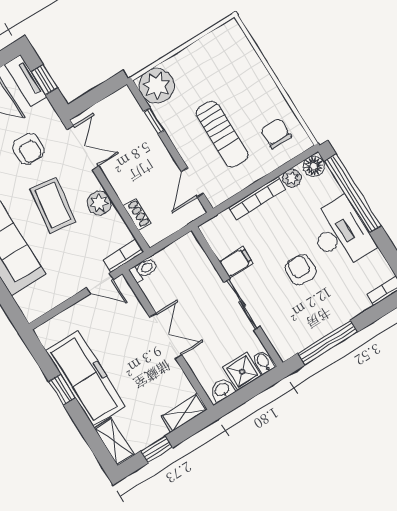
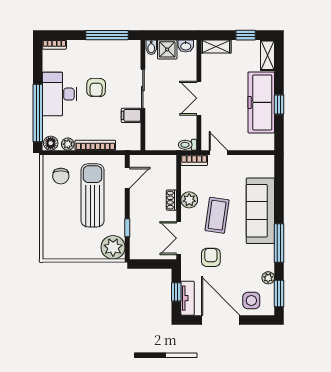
sun lounger: (222, 134) -> (92, 195), width x1.36, depth x1.34
shoe rack: (137, 215) -> (171, 200), moved

